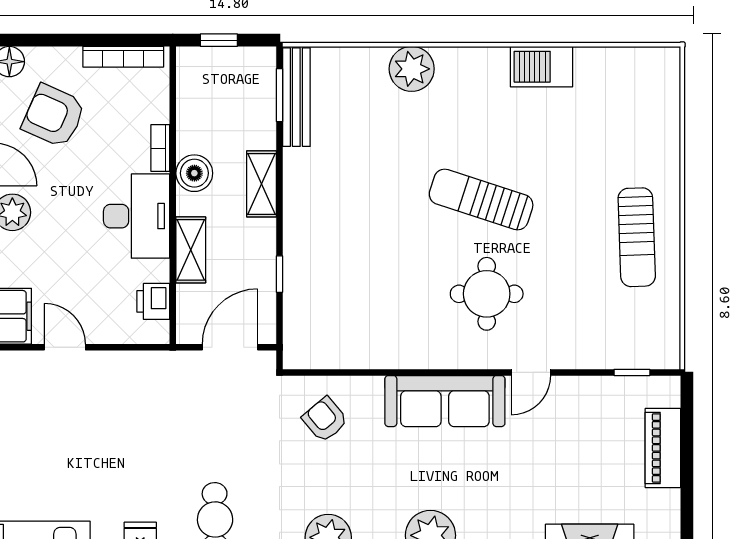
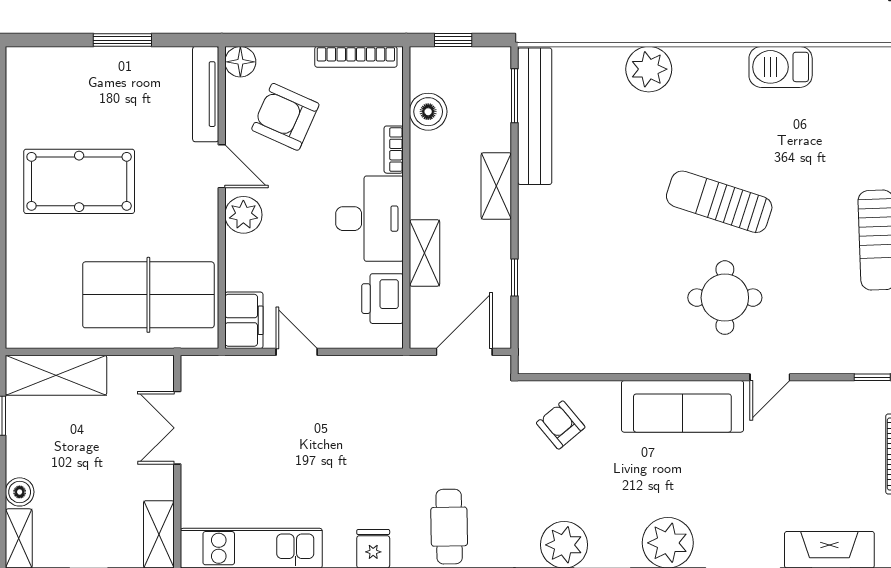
bench: (296, 97) -> (535, 116), width x1.37, depth x1.21
boiler: (194, 173) -> (428, 112), moved
printer: (153, 301) -> (382, 299), width x1.36, depth x1.24

